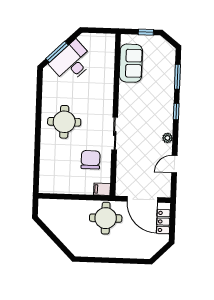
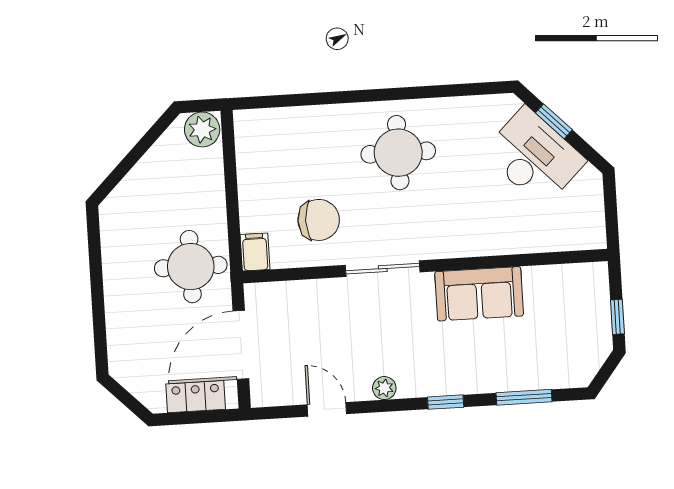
window: (57, 52) -> (554, 121), width x0.67
sofa: (131, 63) -> (479, 294), moved
plant: (46, 207) -> (202, 129), added

